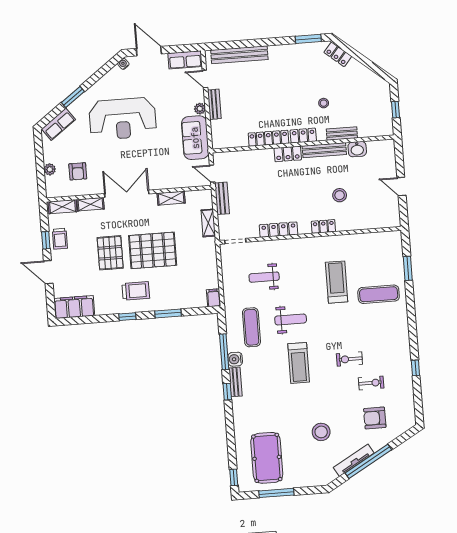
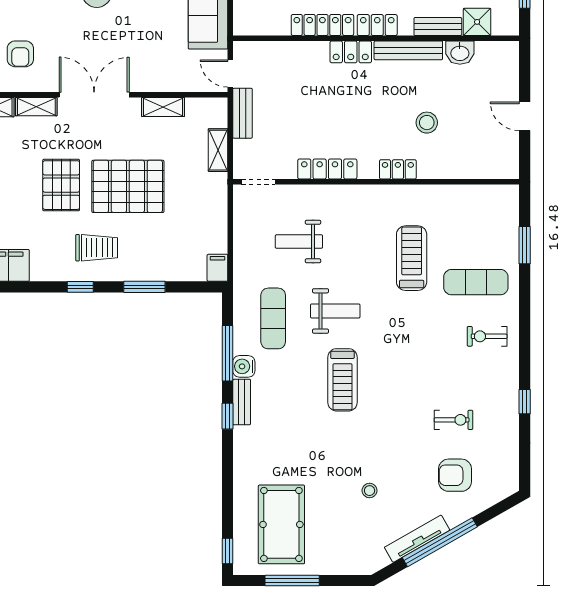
shower: (367, 129) -> (477, 22), added
exercise bike: (349, 359) -> (487, 336), moved
stool: (321, 432) -> (370, 491), width x0.53, depth x0.53

